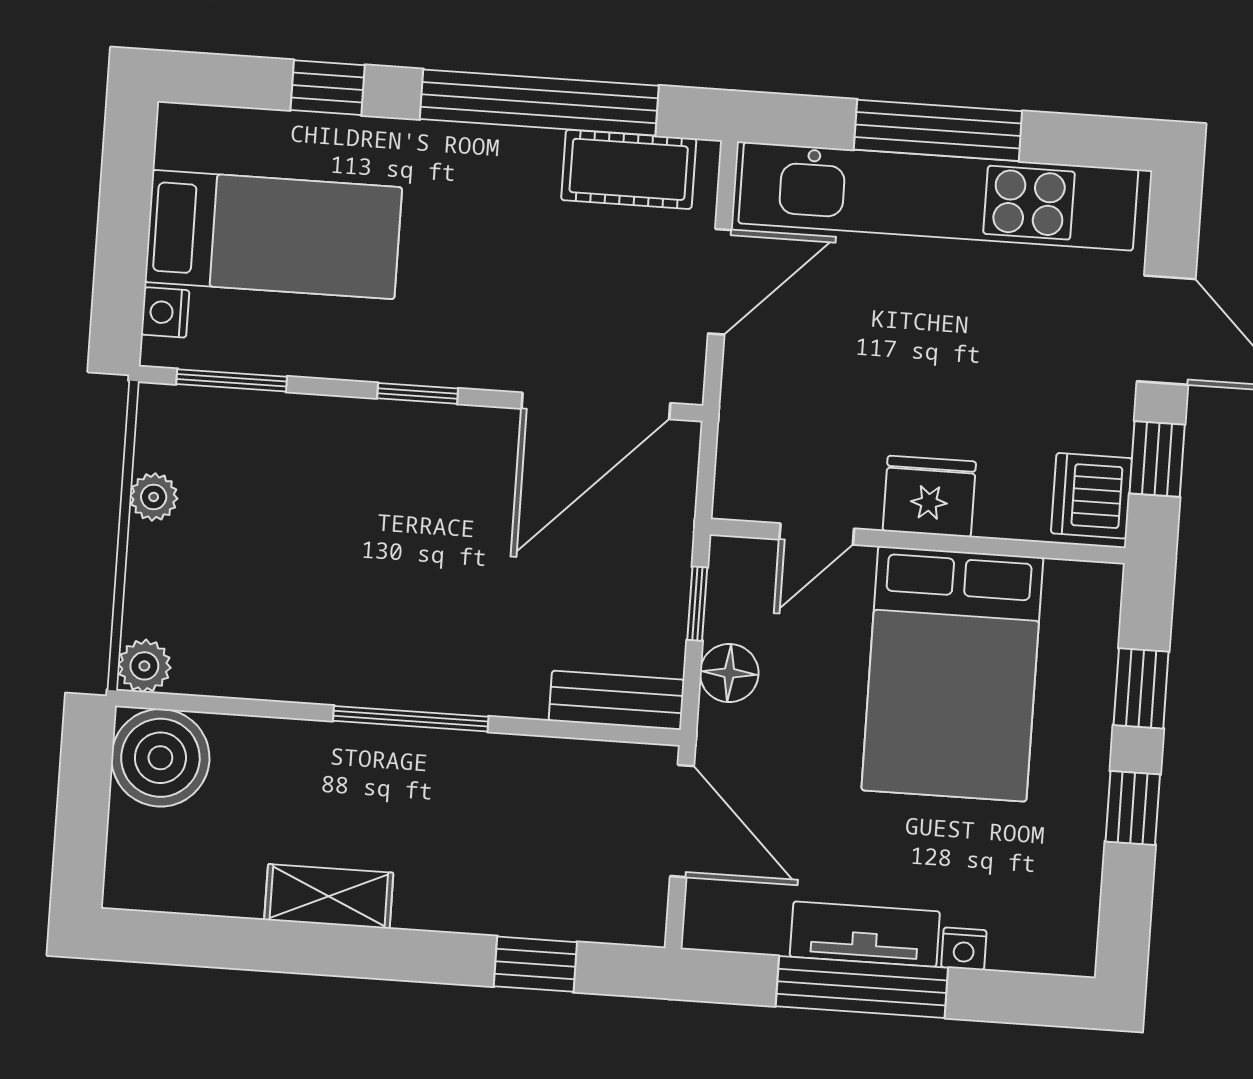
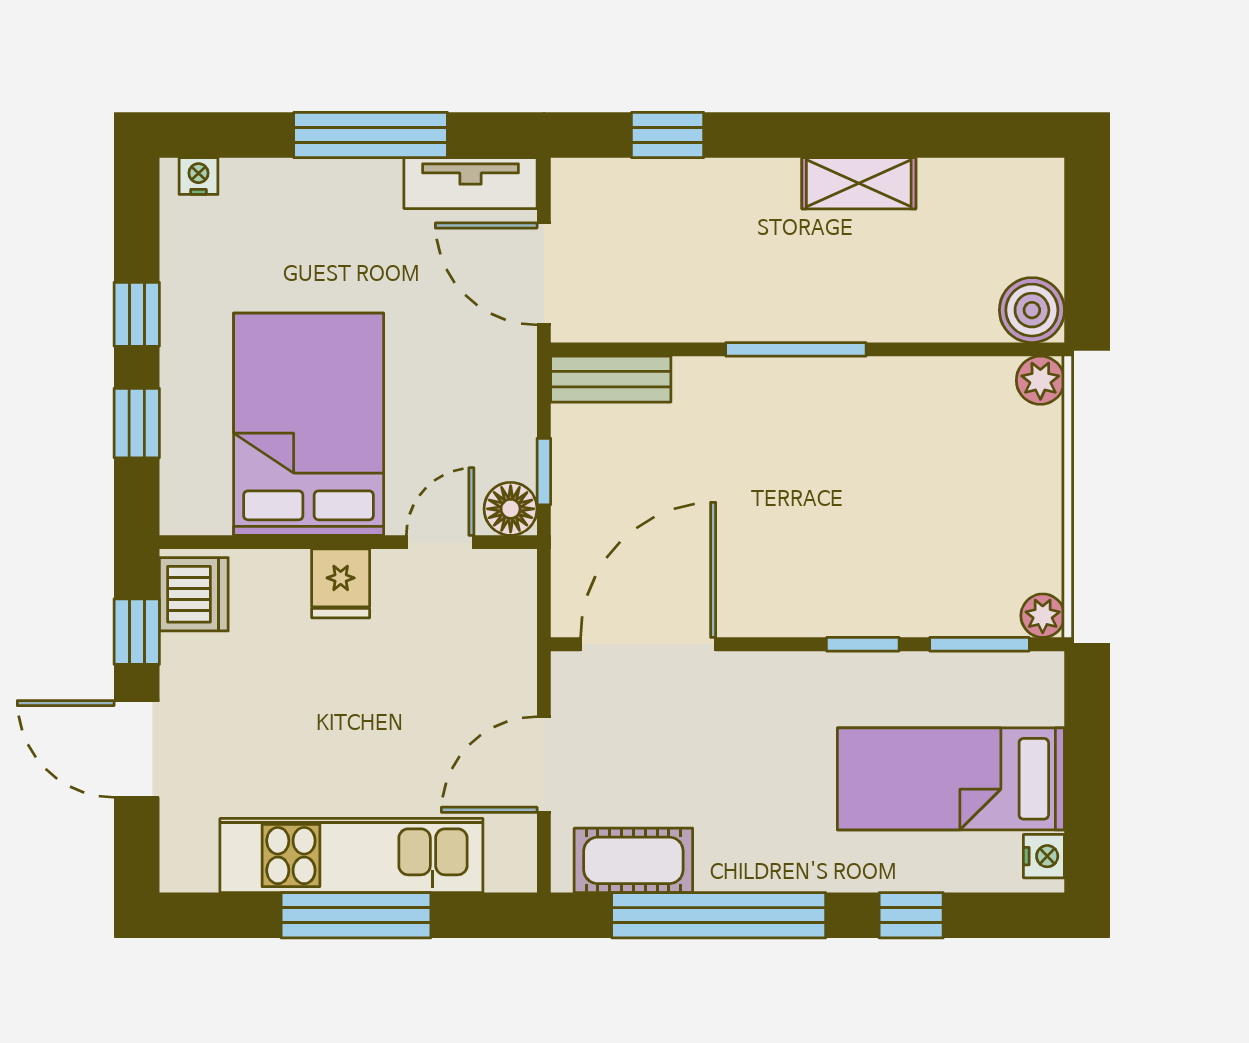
kitchen unit: (938, 196) -> (351, 856), width x0.73
nightstand: (165, 312) -> (1044, 856), moved
window: (418, 393) -> (863, 644), moved
fridge: (929, 496) -> (341, 583), width x0.72
plant: (154, 497) -> (1043, 616), moved
floor lamp: (729, 673) -> (511, 509), moved
boiler: (160, 758) -> (1032, 310), width x0.73, depth x0.73
tv unit: (865, 934) -> (471, 183), moved
nightstand: (964, 949) -> (198, 176), moved

